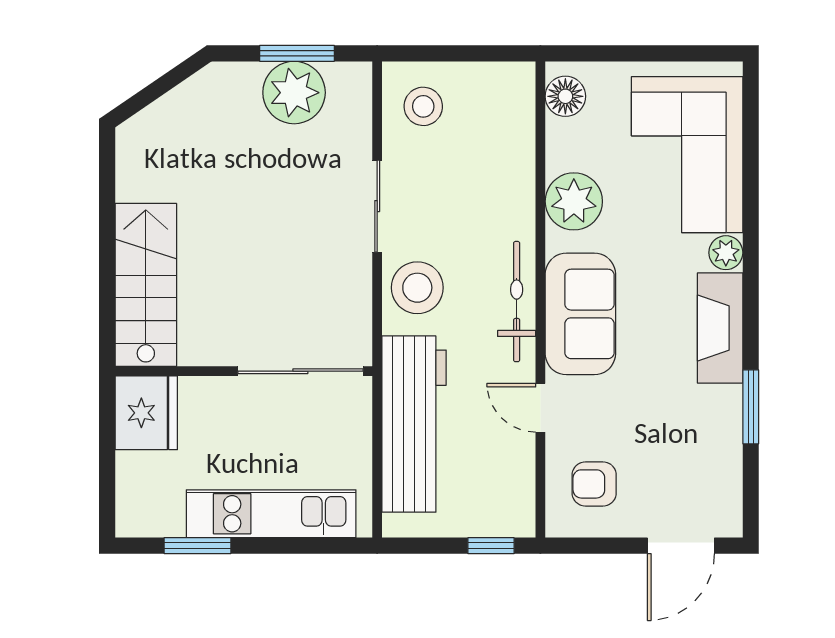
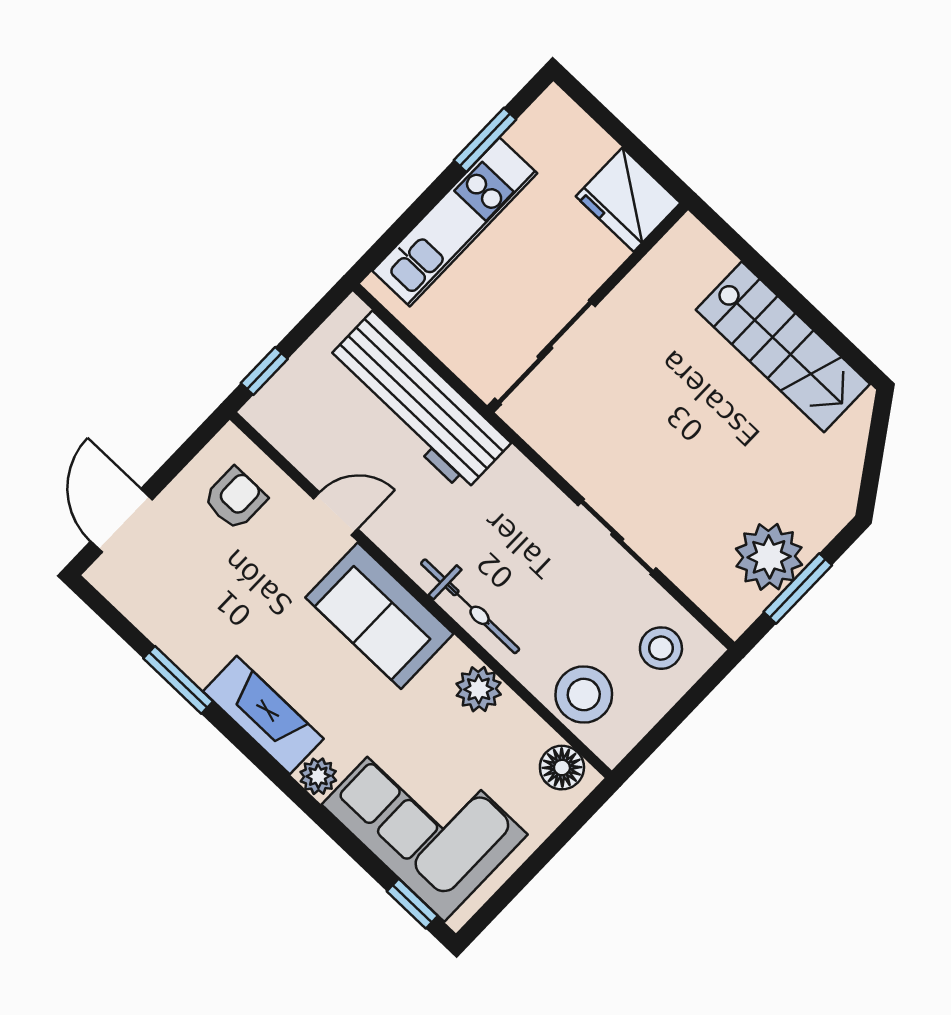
window: (751, 109) -> (412, 904), added
plant: (574, 201) -> (479, 689), width x0.73, depth x0.73
stairs: (146, 285) -> (783, 347), moved
stool: (417, 288) -> (584, 694), moved
bicycle: (517, 302) -> (470, 606), moved

